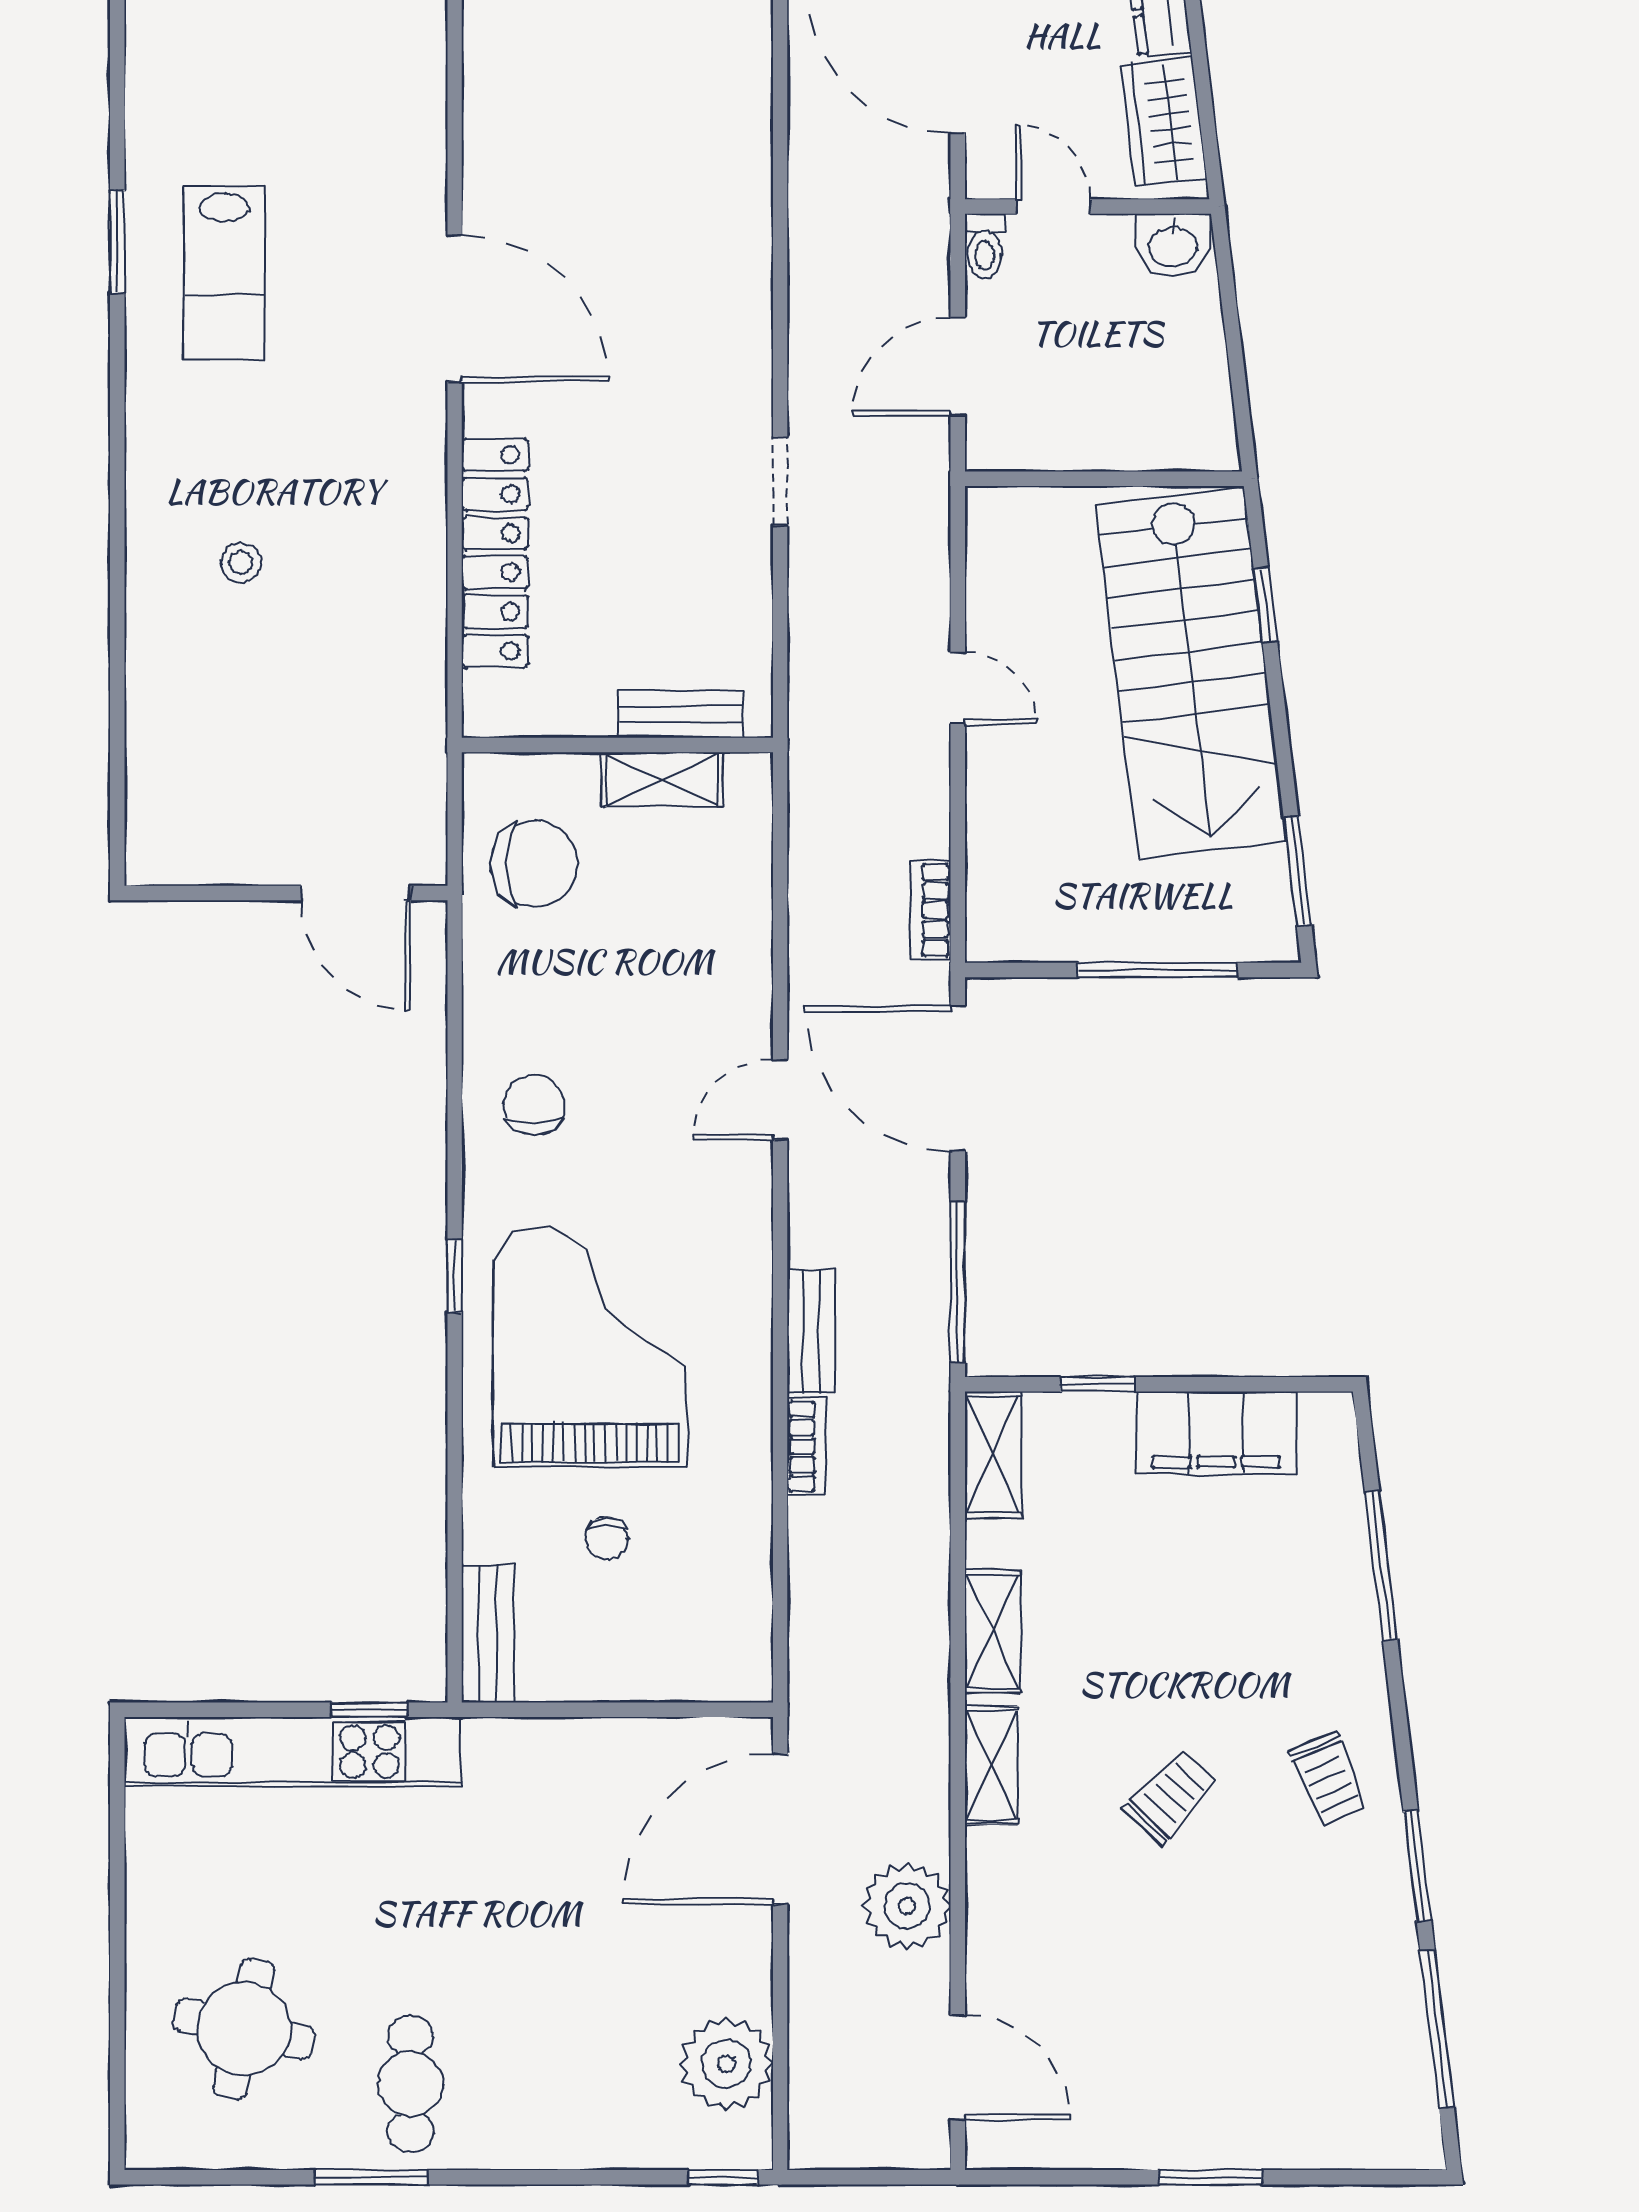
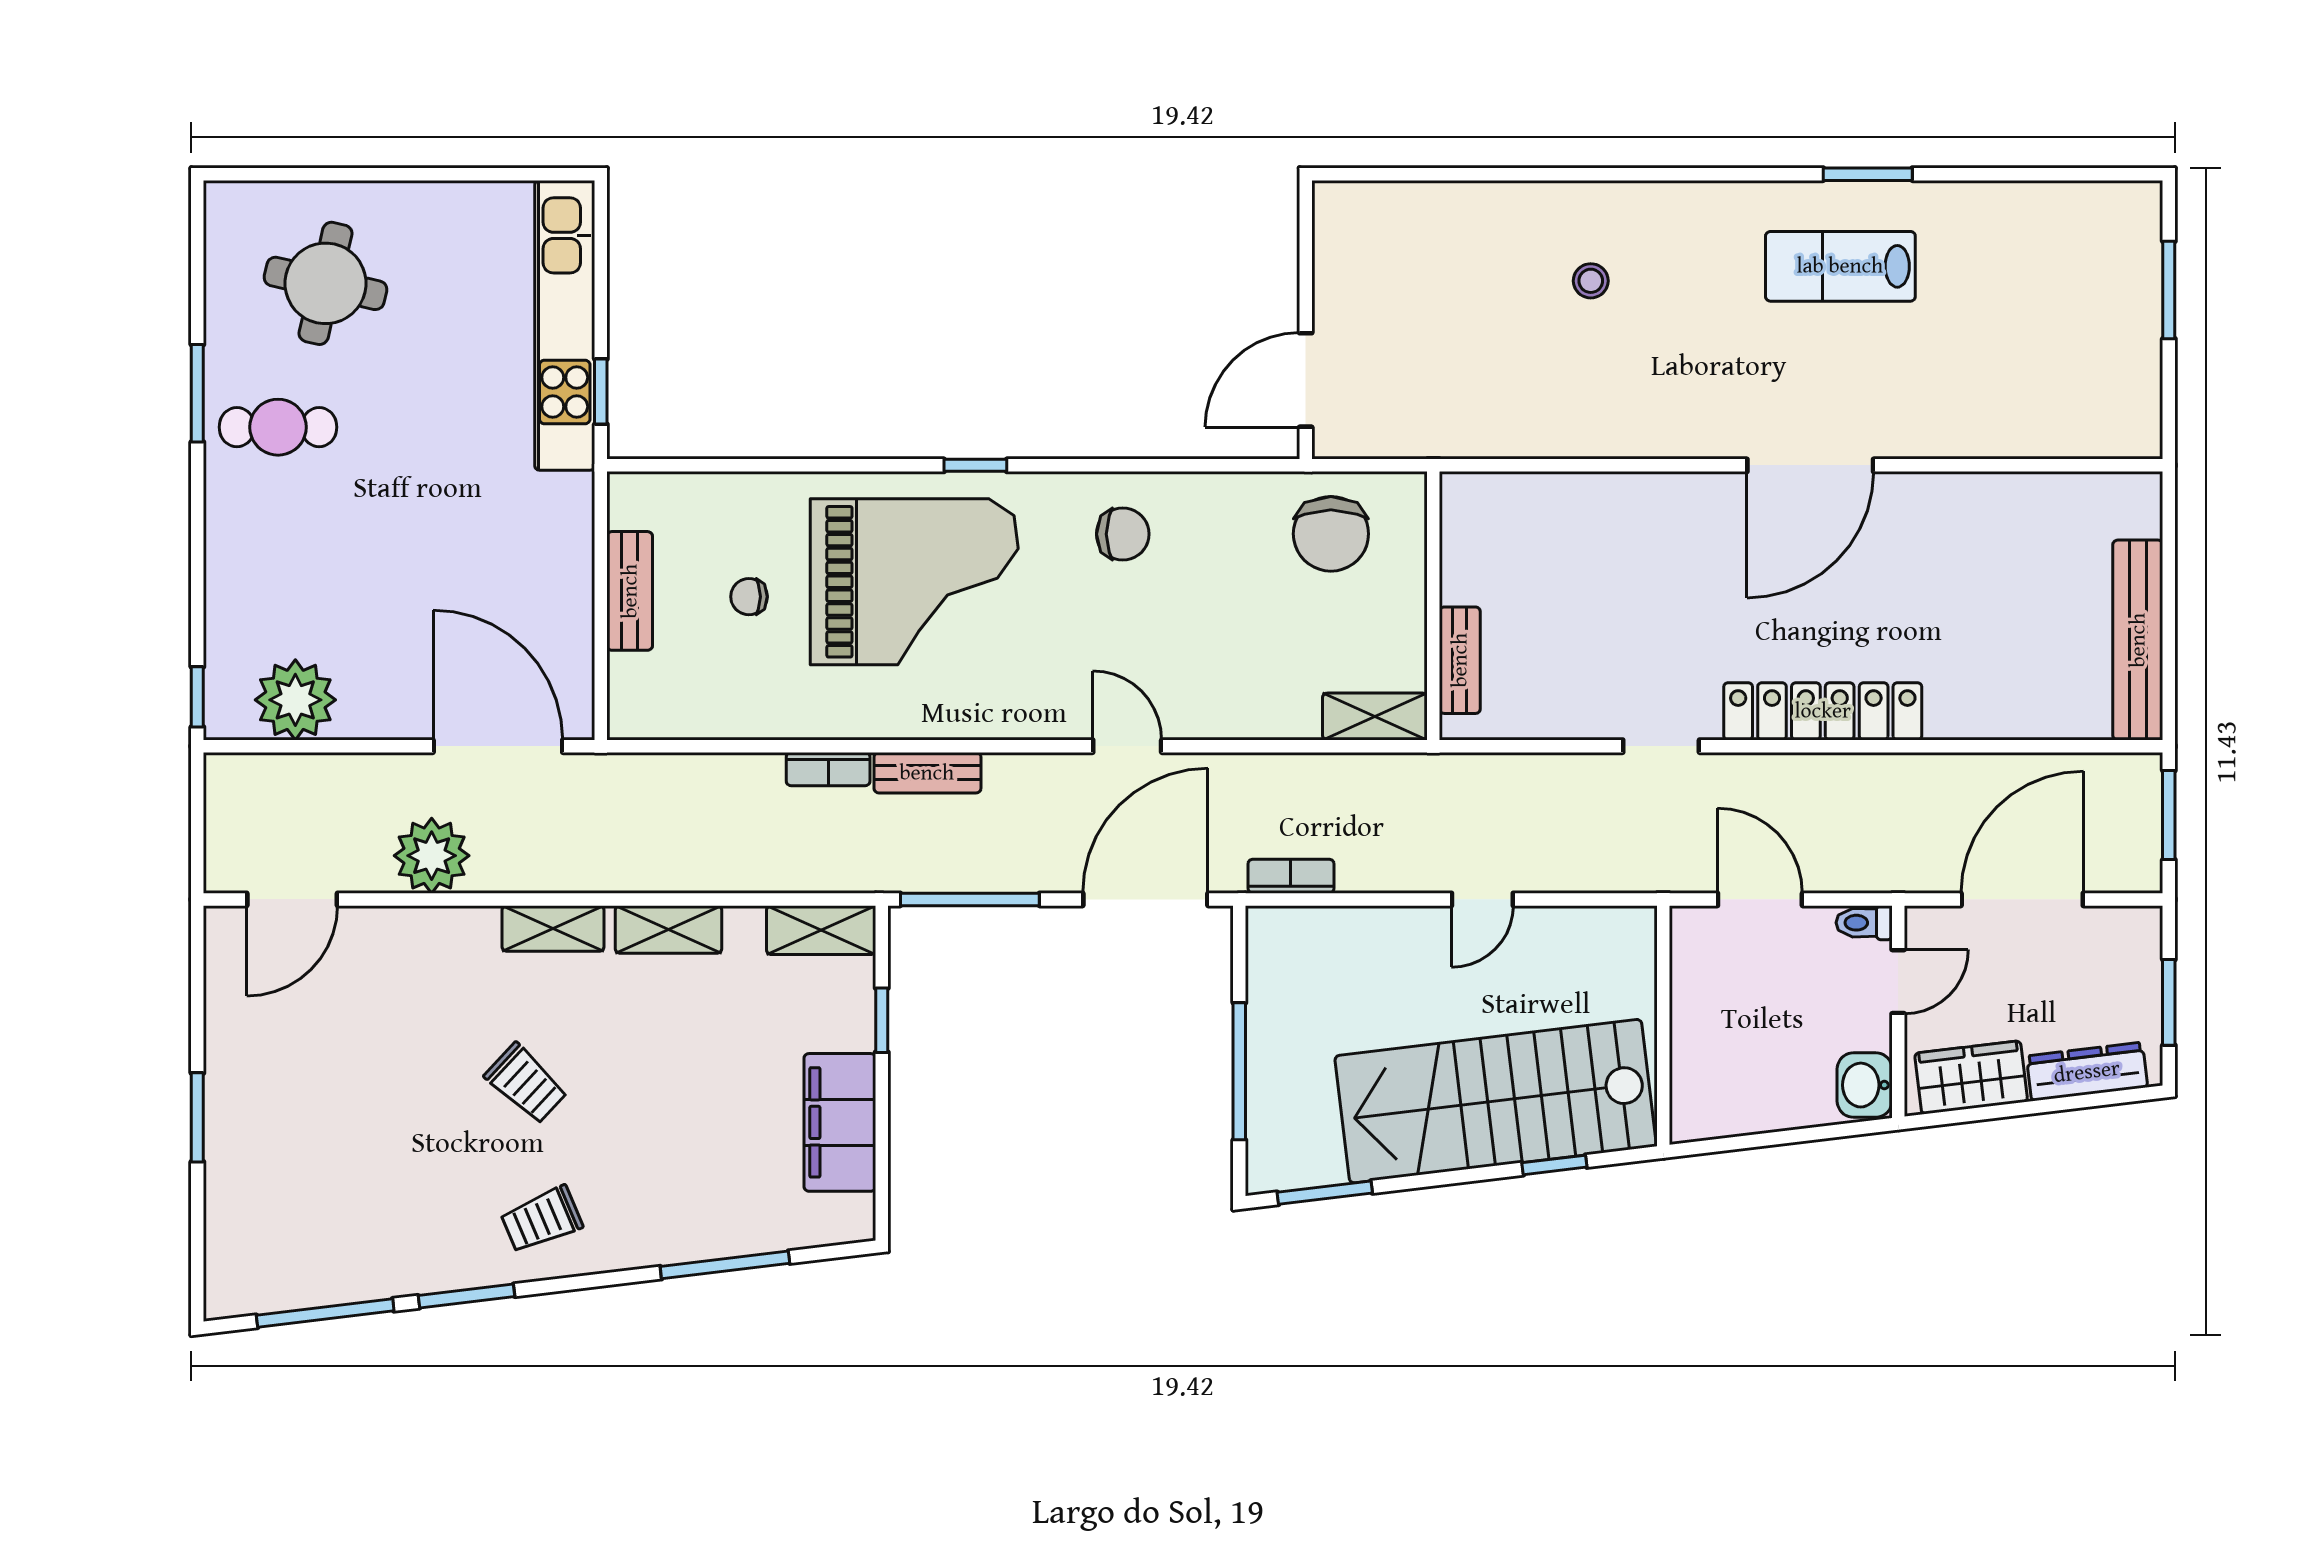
locker: (495, 553) -> (1823, 711), moved, turned 180
shelving: (662, 779) -> (1375, 717), moved, turned 90
bench: (488, 1634) -> (630, 591), moved, turned 90

